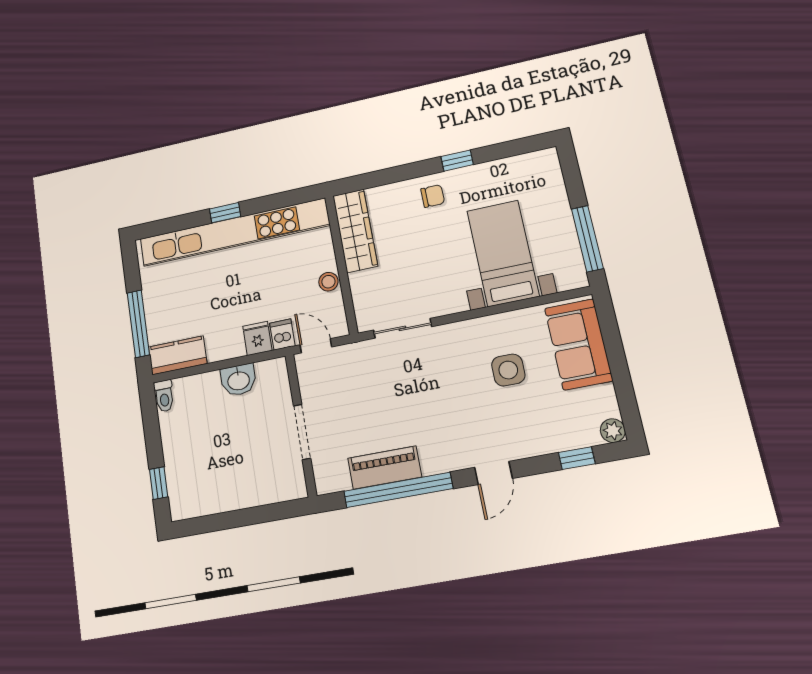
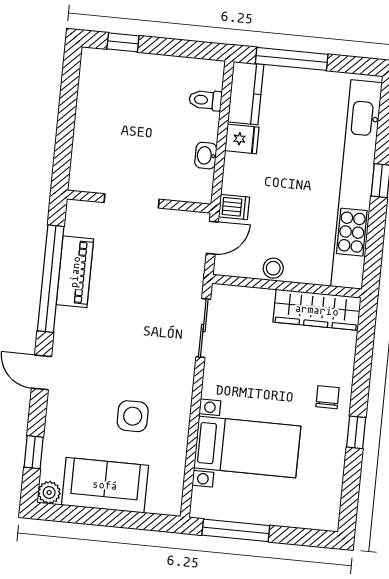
chair: (433, 196) -> (327, 397), turned 180
fridge: (257, 338) -> (242, 139), moved
sofa: (578, 344) -> (105, 485), moved
washbasin: (238, 380) -> (206, 156), width x0.72, depth x0.69
toilet: (164, 396) -> (205, 100), moved

